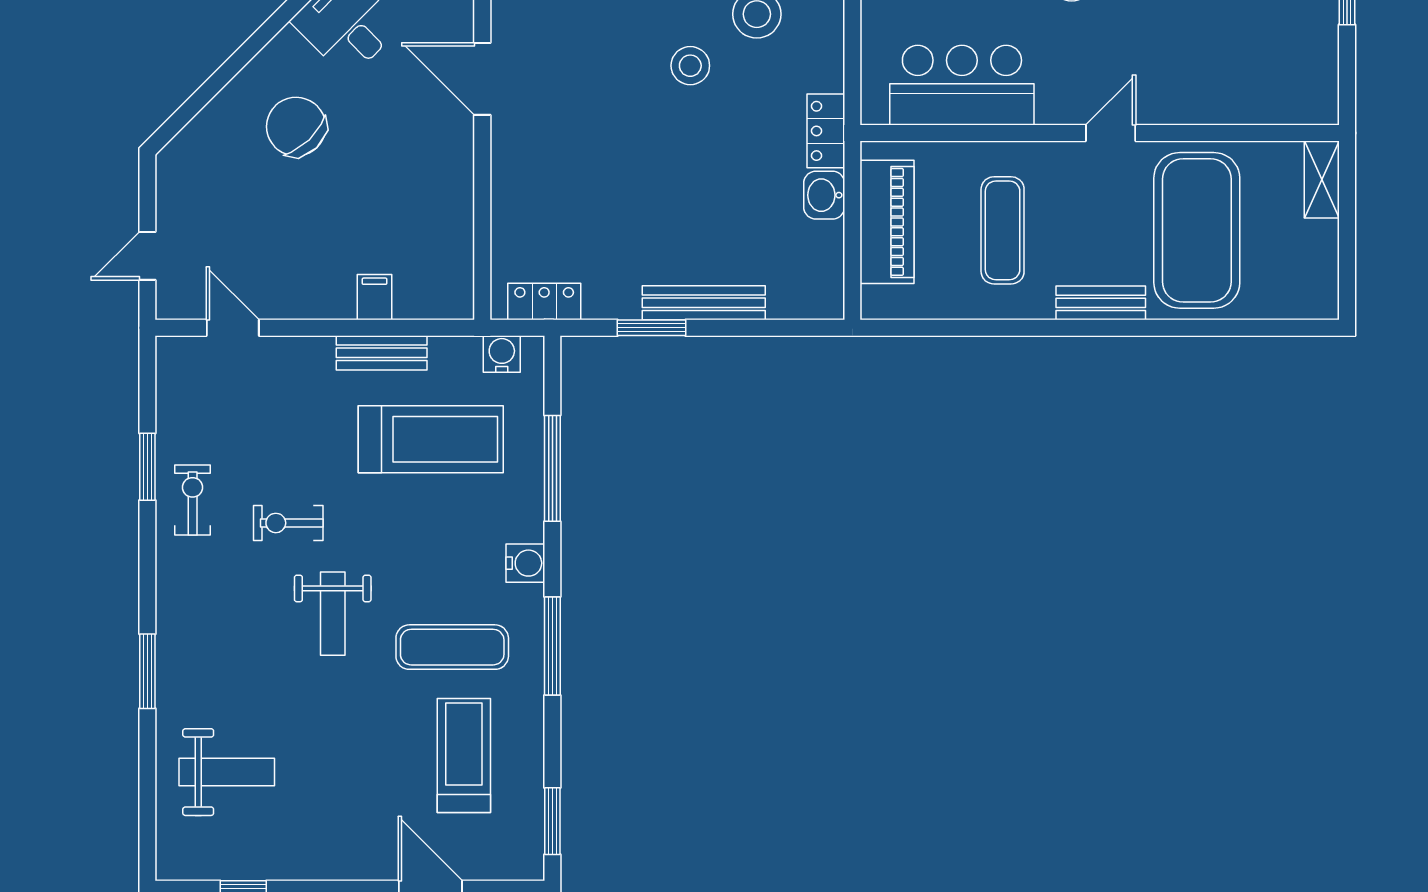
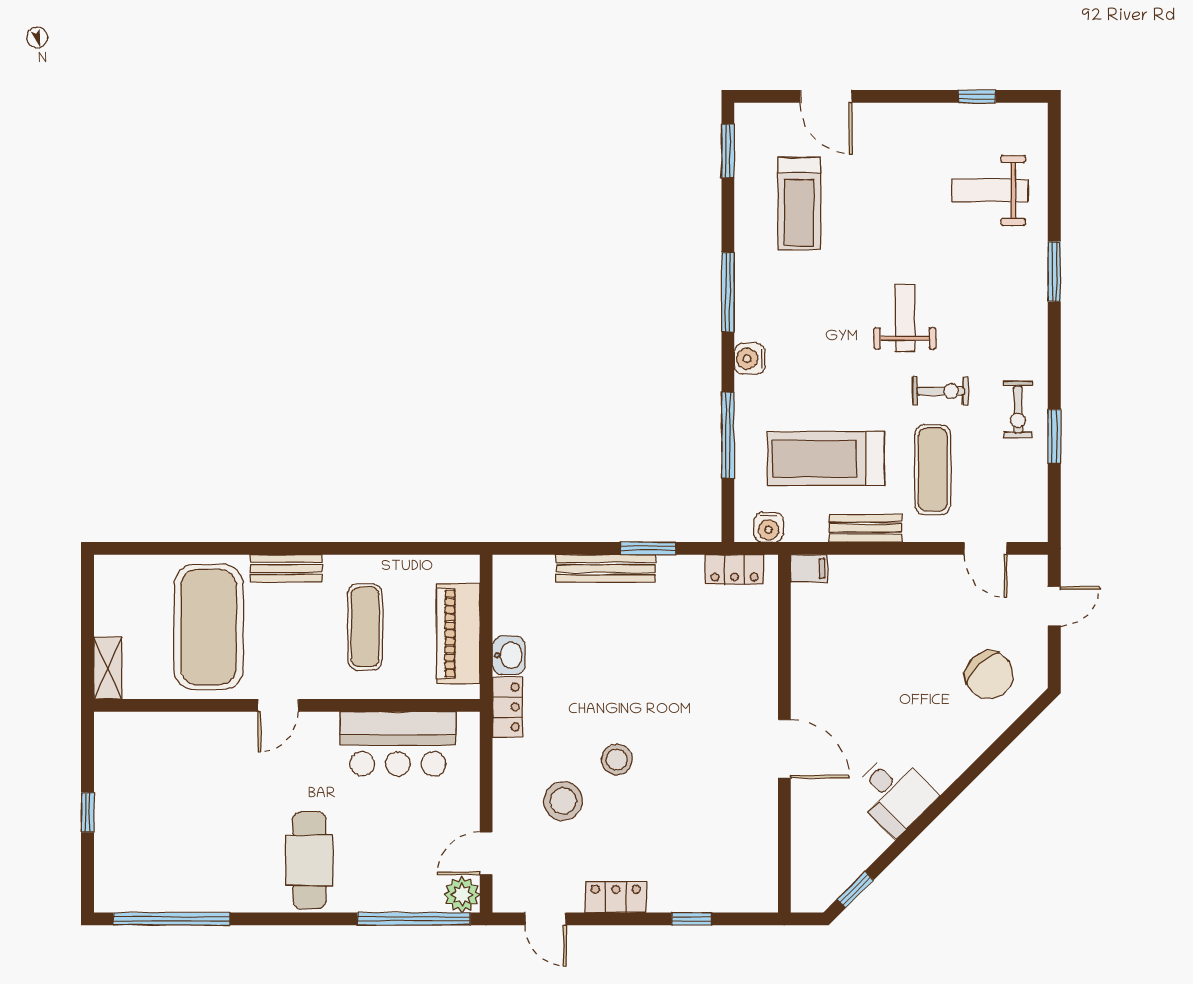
chair: (296, 127) -> (989, 675), moved
filing cabinet: (375, 297) -> (809, 568), moved, turned -90
exercise mat: (452, 647) -> (933, 470), moved, turned 90

